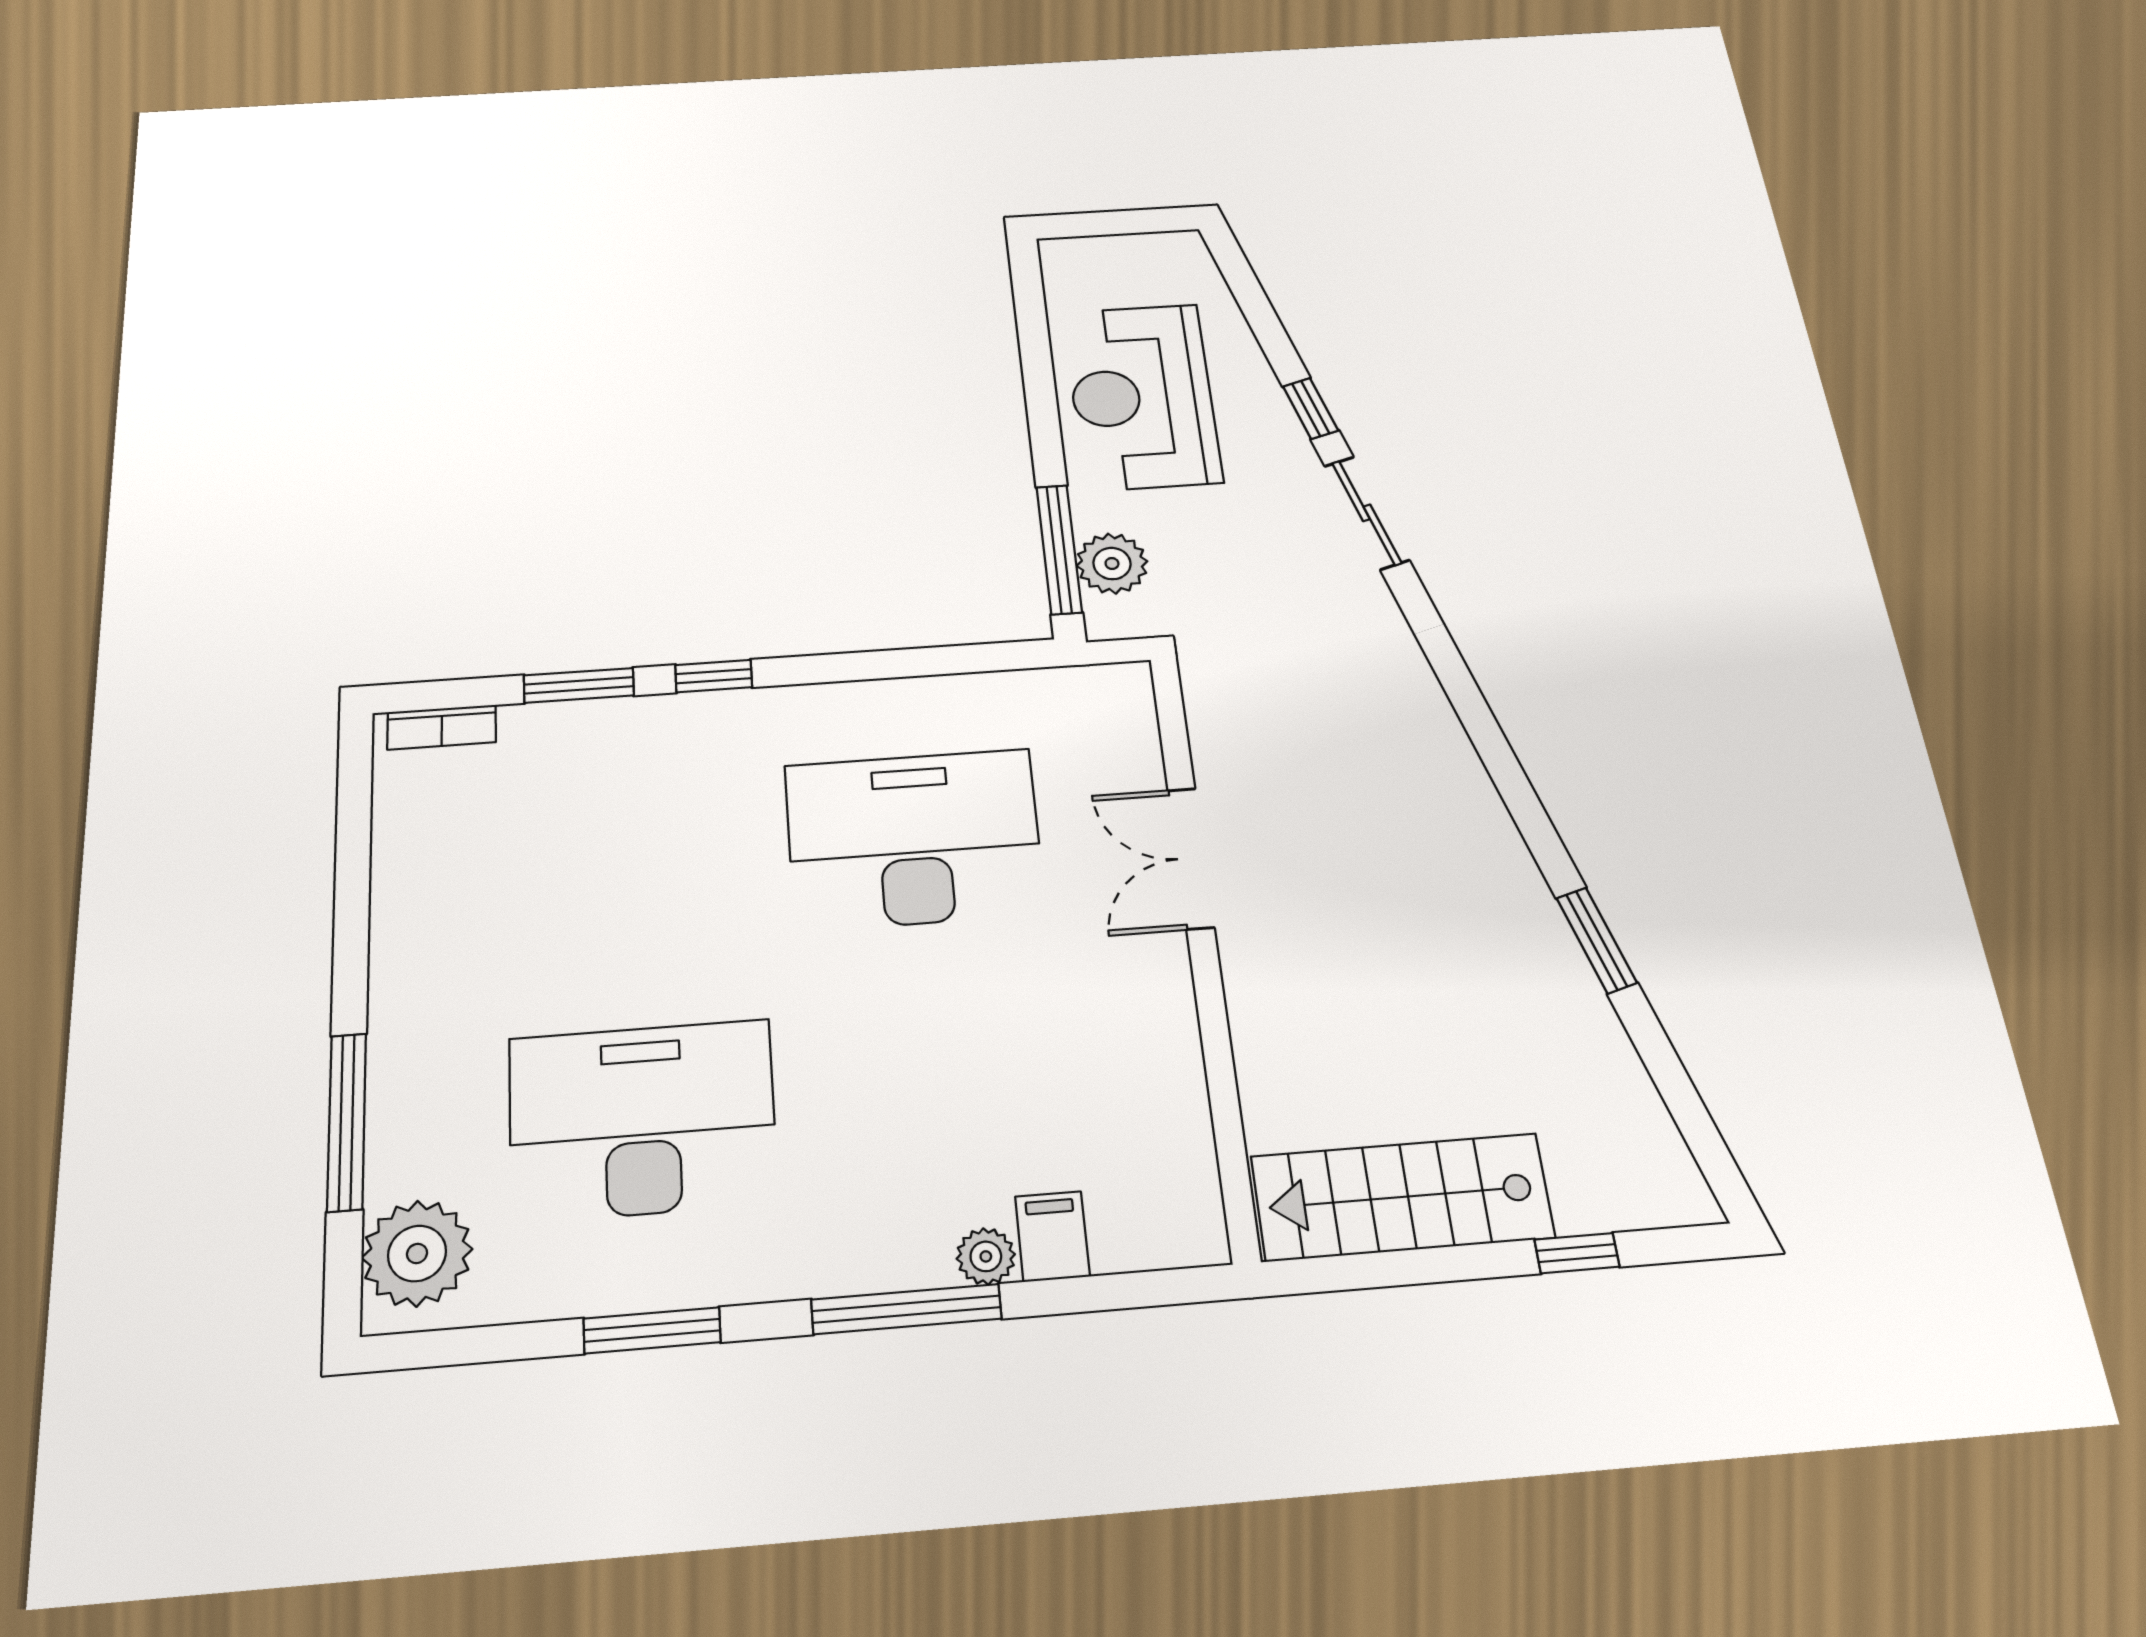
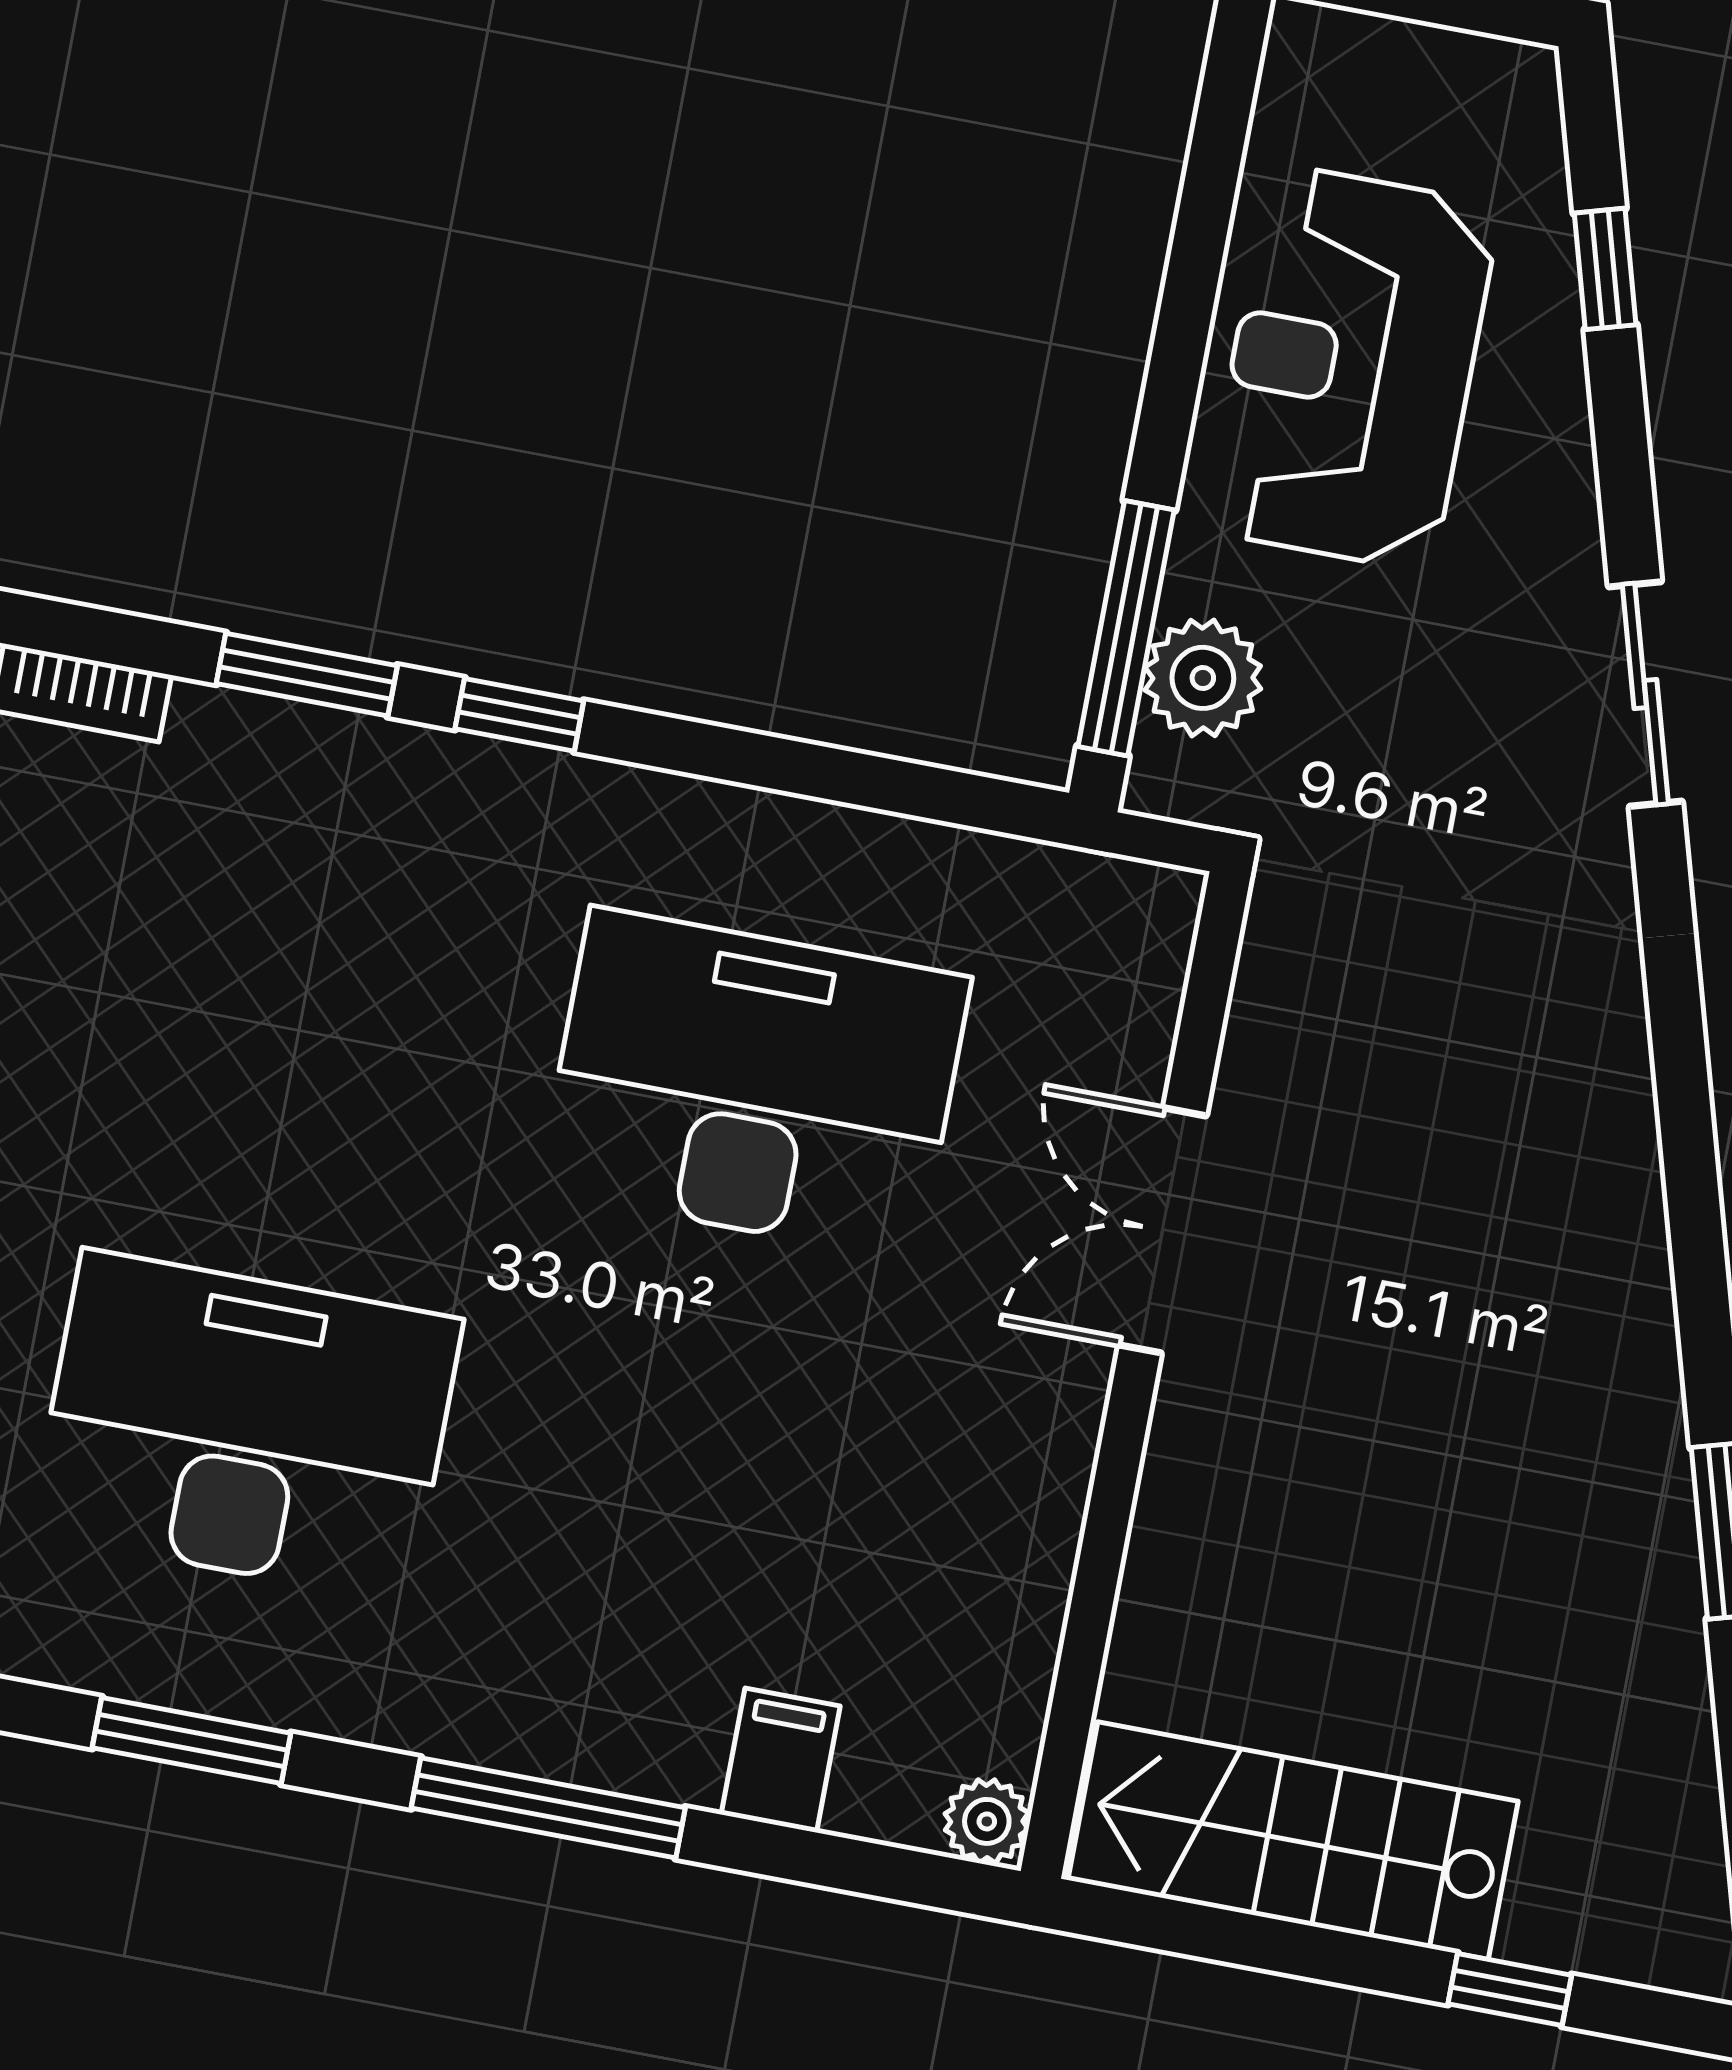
window: (1311, 408) -> (1605, 269), moved
plant: (986, 1256) -> (987, 1821), moved

